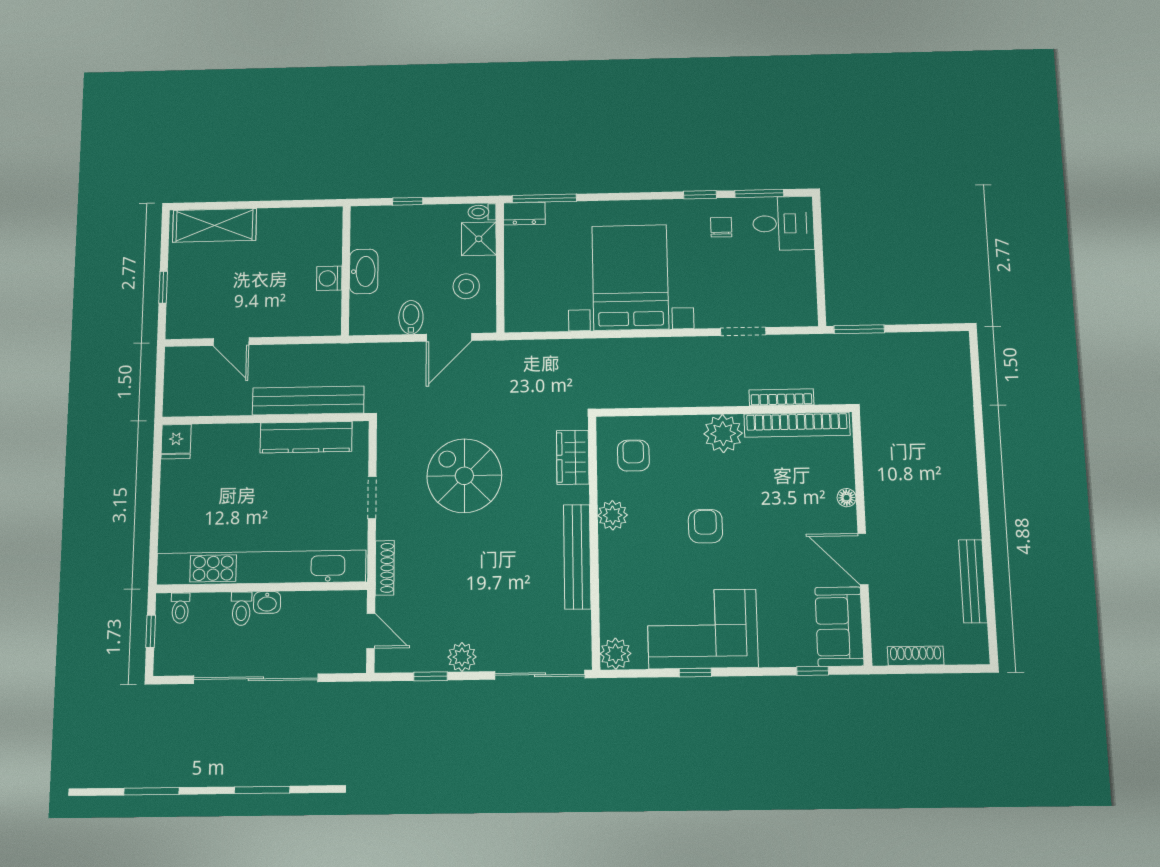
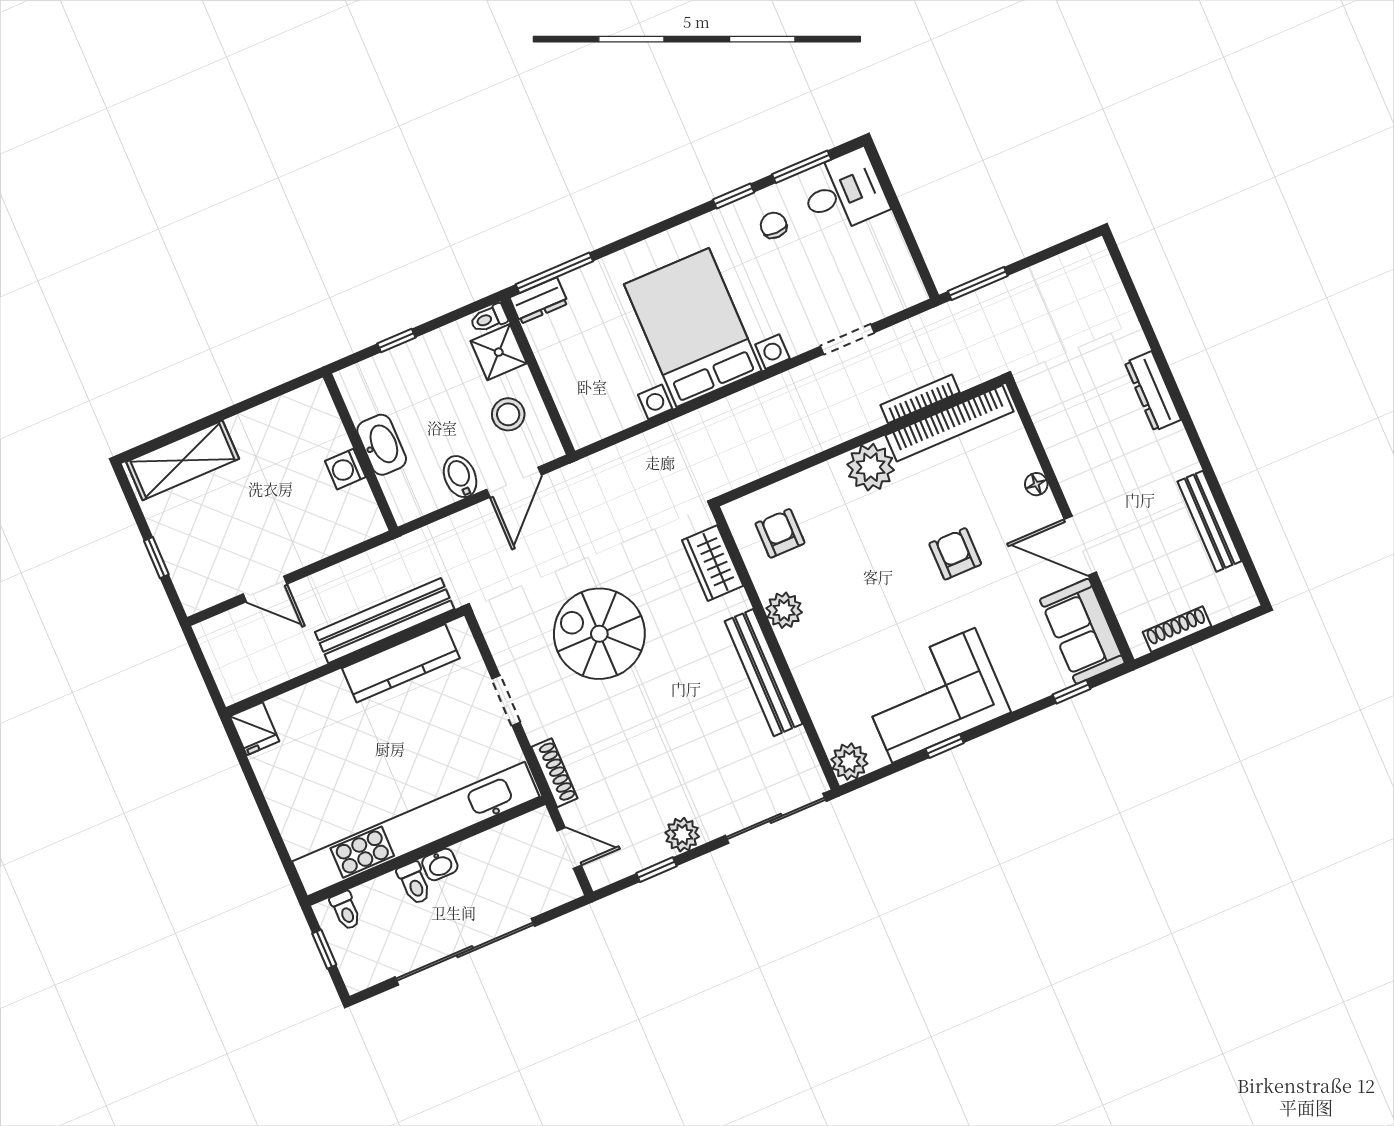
dresser: (965, 463) -> (1153, 391), added
armchair: (705, 526) -> (955, 554), moved

